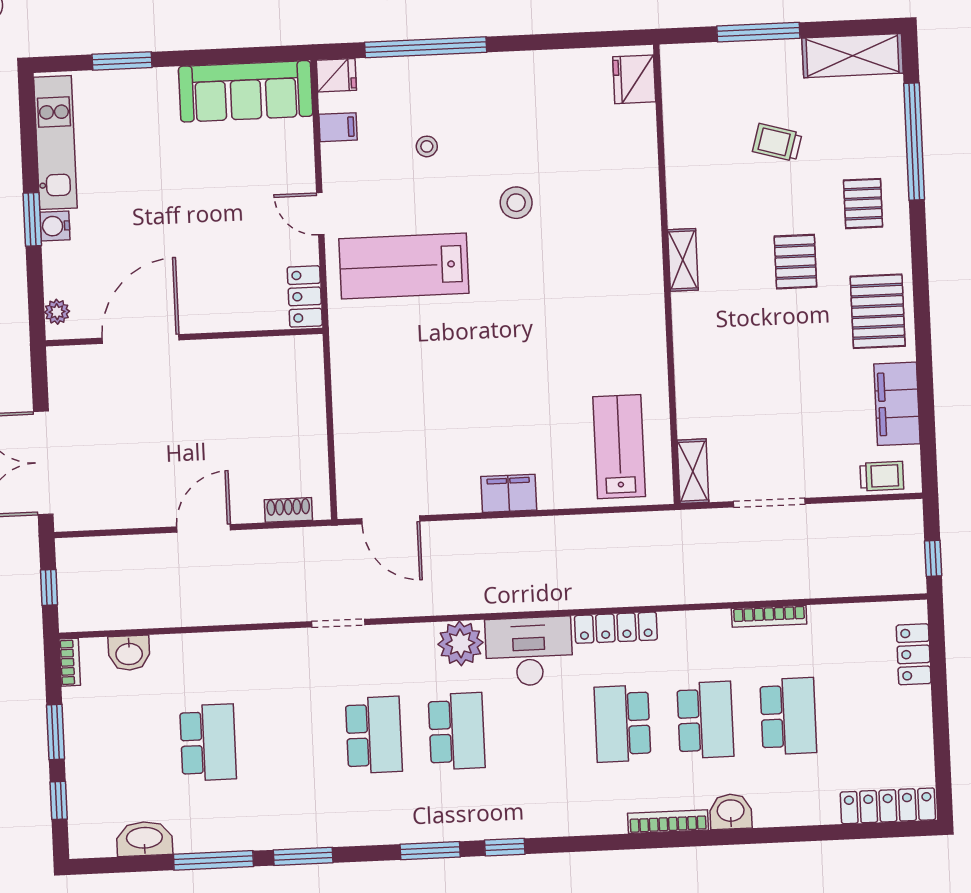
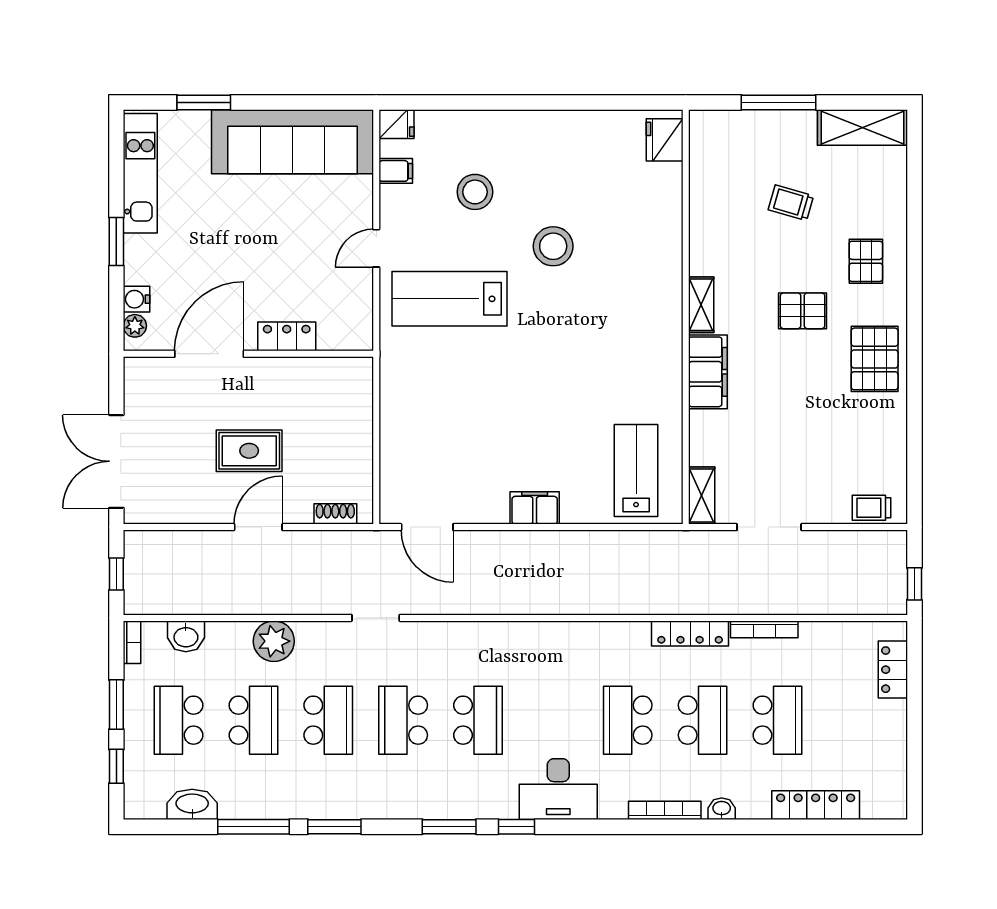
window: (426, 47) -> (478, 102), removed
sofa: (246, 91) -> (293, 142), width x1.36, depth x1.27
window: (914, 142) -> (914, 207), removed
stool: (427, 146) -> (475, 192), width x1.89, depth x1.89
stool: (516, 203) -> (553, 246), width x1.38, depth x1.38
door: (320, 214) -> (376, 248), hinge flipped
water cooler: (55, 226) -> (137, 299), moved
pallet: (795, 262) -> (803, 311), turned 90
locker: (305, 296) -> (287, 336), moved, turned 90
filing cabinet: (897, 404) -> (708, 372), moved, turned 180
rug: (190, 444) -> (249, 451), added
trolley: (882, 476) -> (872, 508), turned 180
locker: (616, 628) -> (690, 633), moved
plant: (460, 643) -> (274, 641), moved
desk: (529, 651) -> (558, 789), moved, turned 180
school desk: (374, 735) -> (403, 720), turned 180
school desk: (291, 739) -> (328, 720), added
school desk: (125, 746) -> (179, 720), added
locker: (888, 806) -> (816, 805), moved
washbasin: (731, 812) -> (722, 809), width x0.72, depth x0.69

